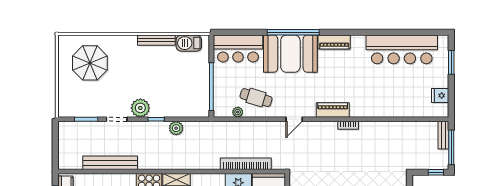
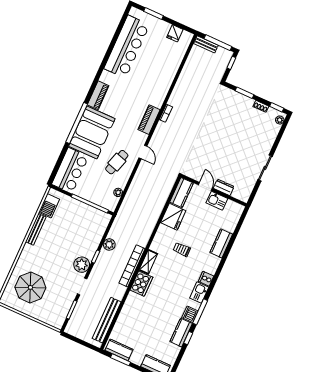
cafe table: (256, 98) -> (117, 162), moved
bench: (110, 163) -> (107, 320), moved
bookcase: (246, 164) -> (132, 266), moved

